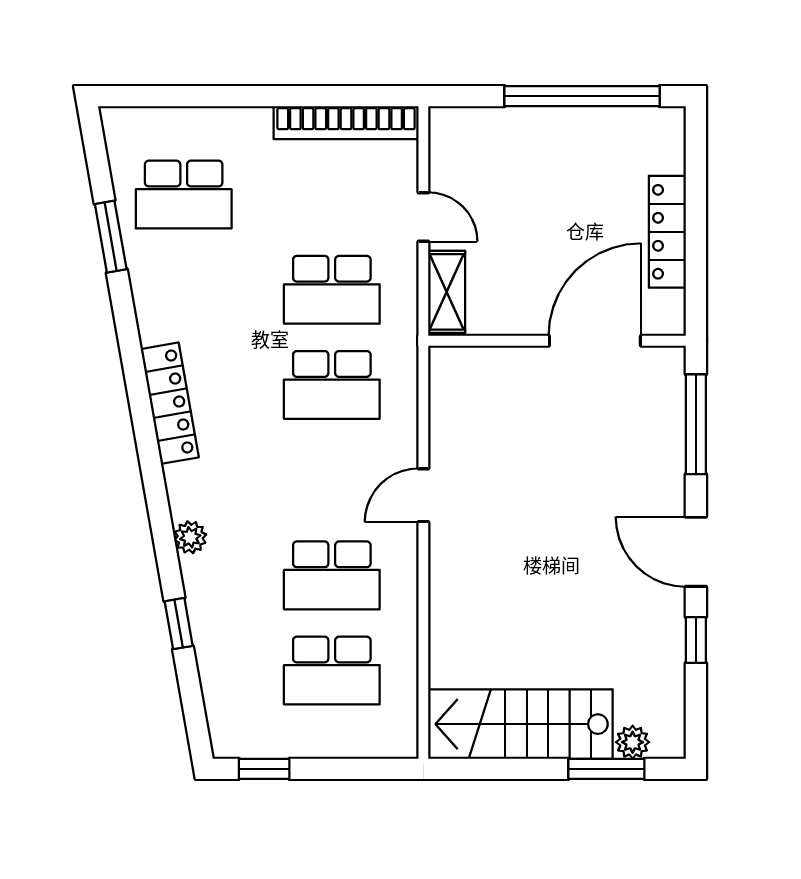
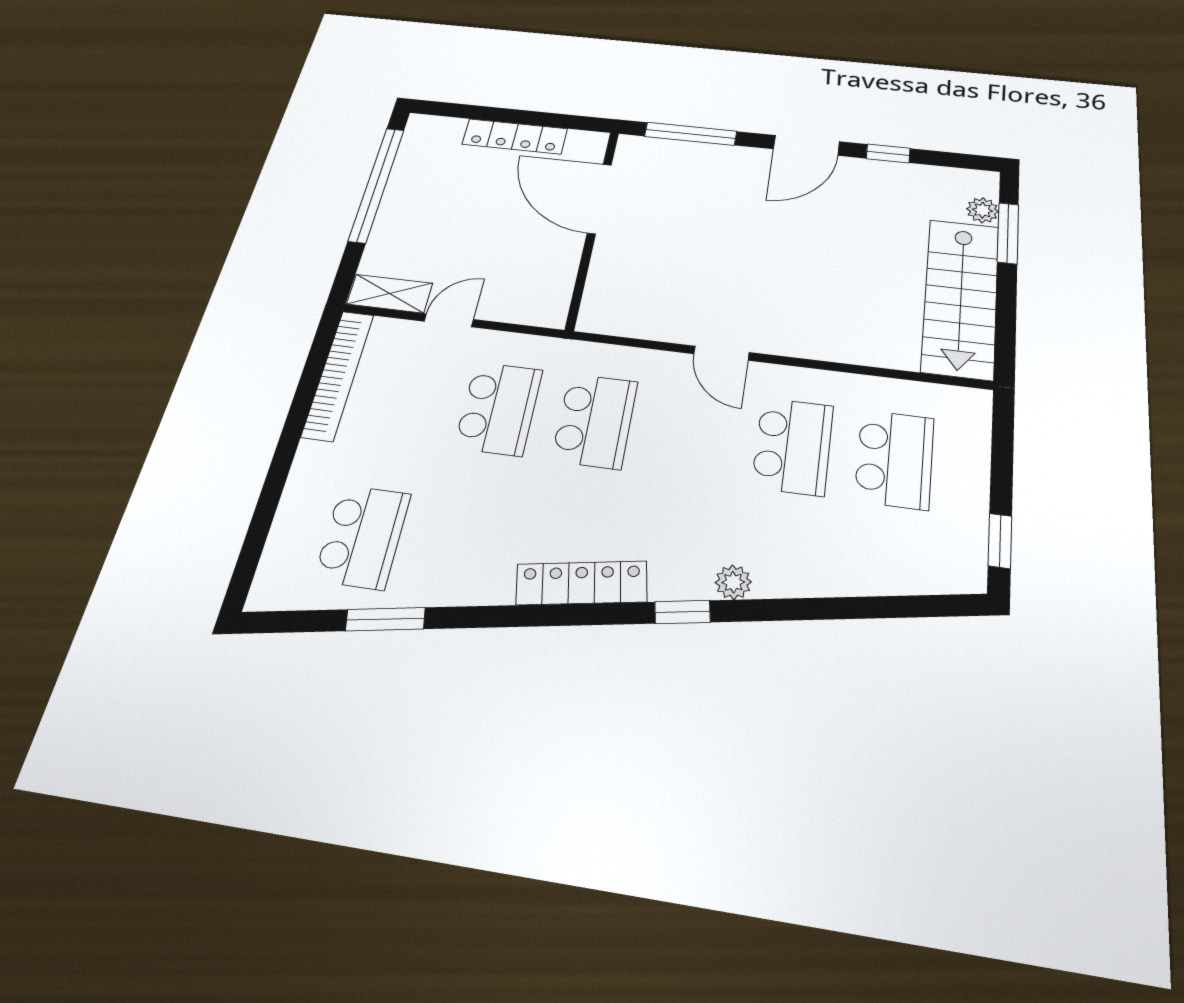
shelving: (447, 292) -> (390, 294), moved
window: (179, 624) -> (683, 612), moved

